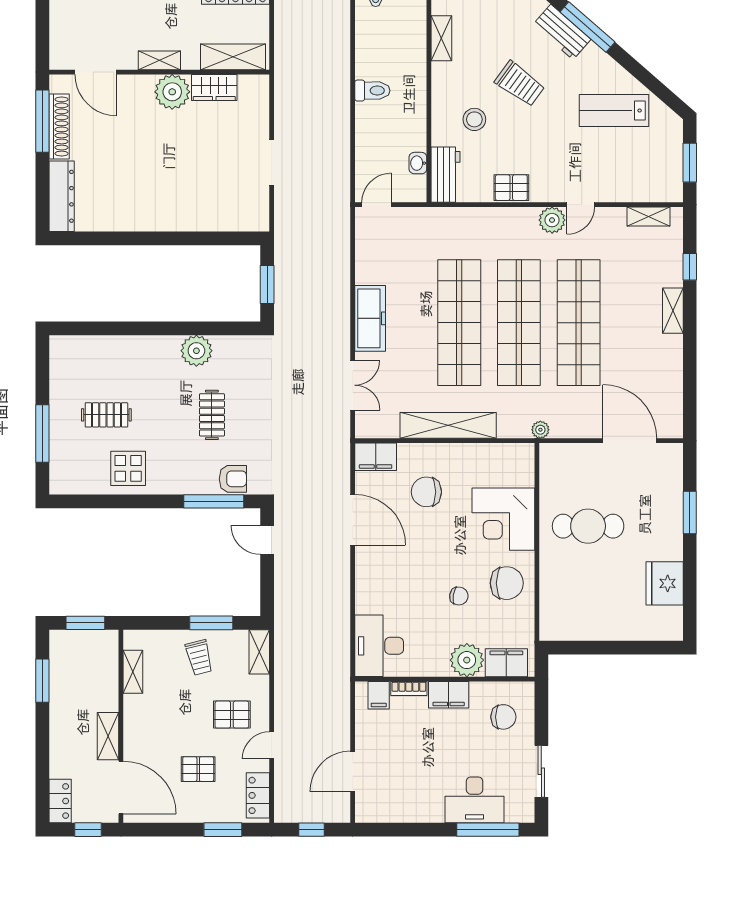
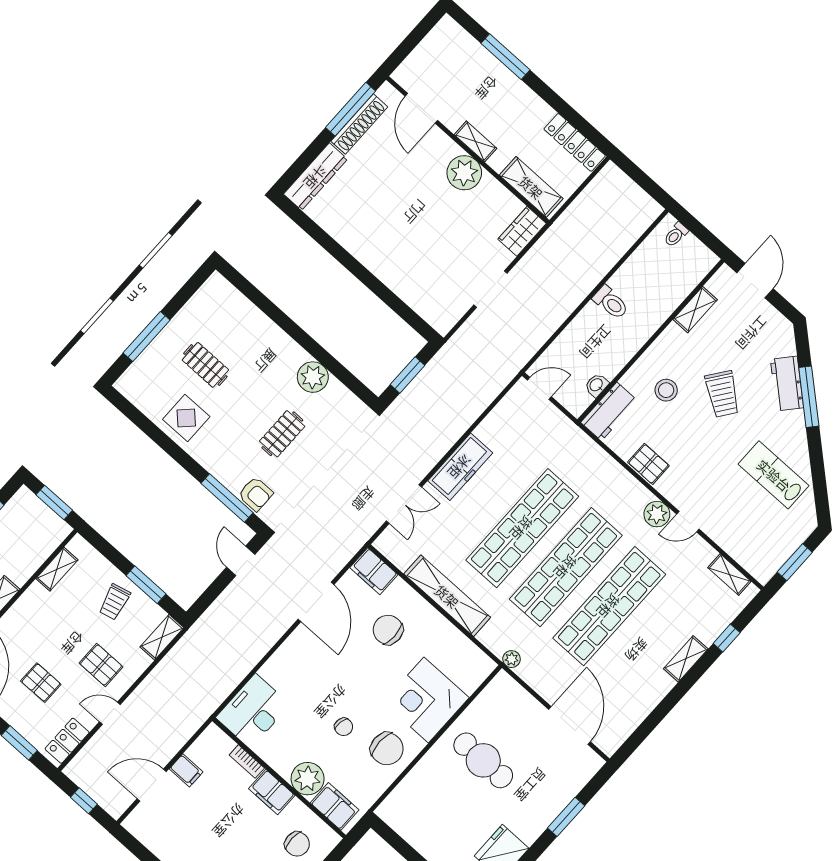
wardrobe: (214, 87) -> (522, 231), moved, turned 90
filing cabinet: (379, 695) -> (186, 770), moved, turned -90

